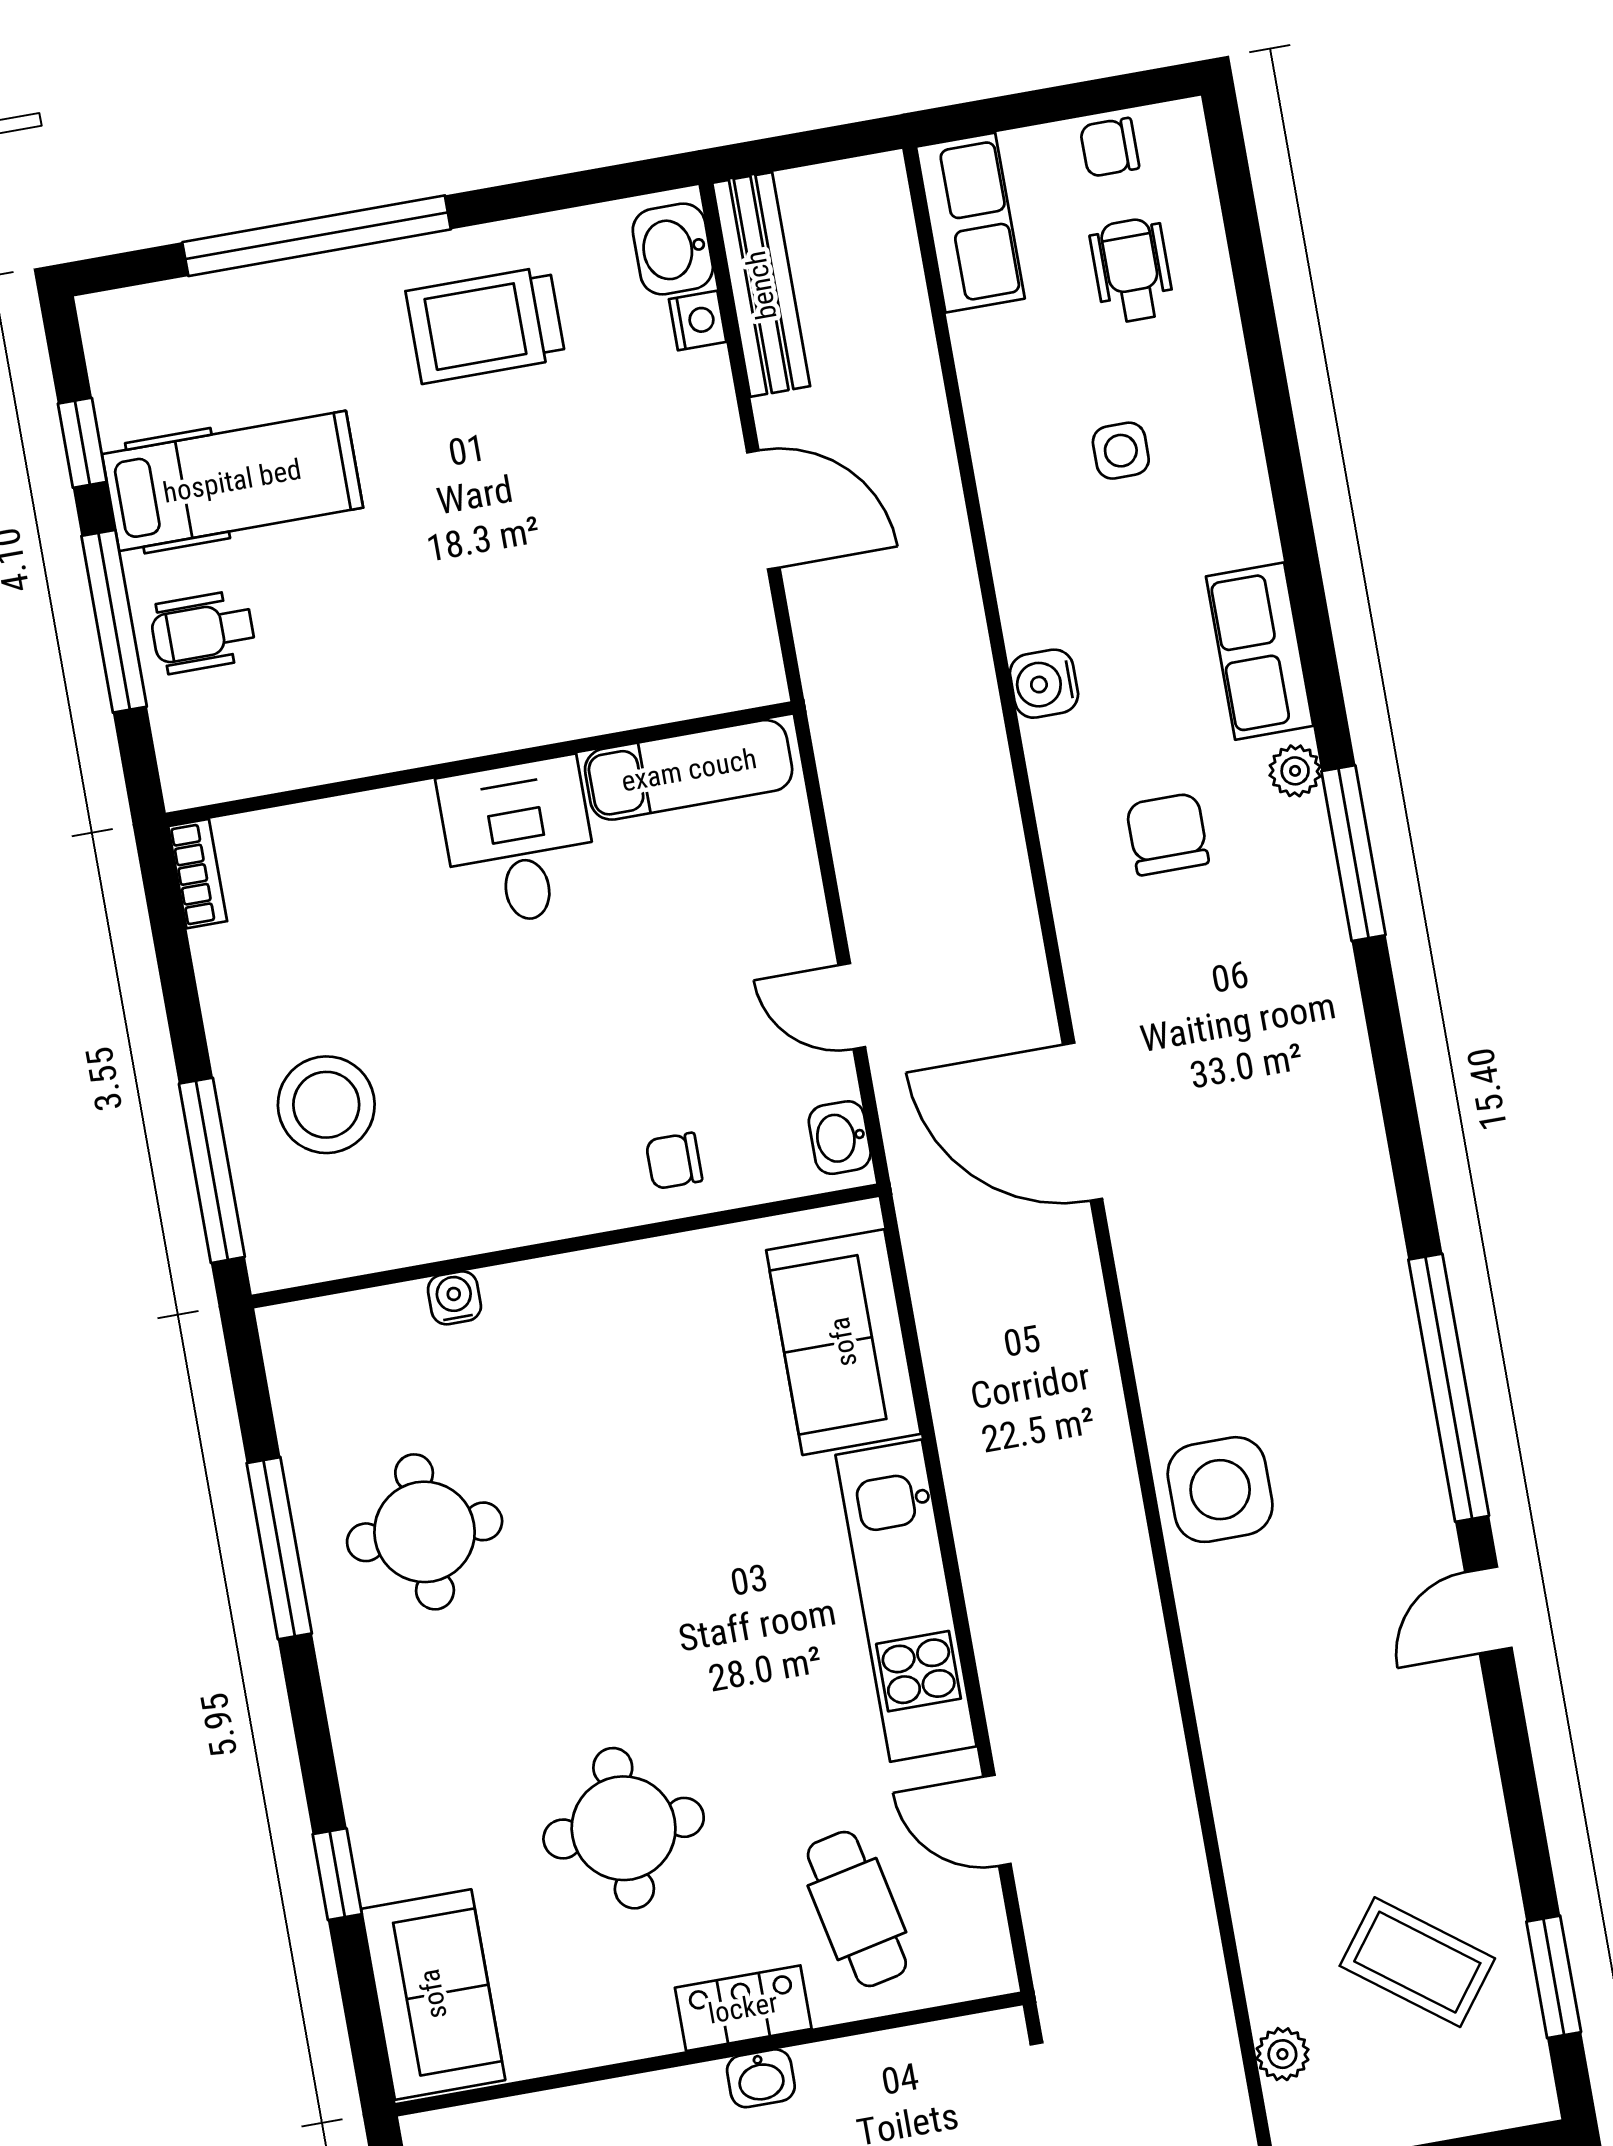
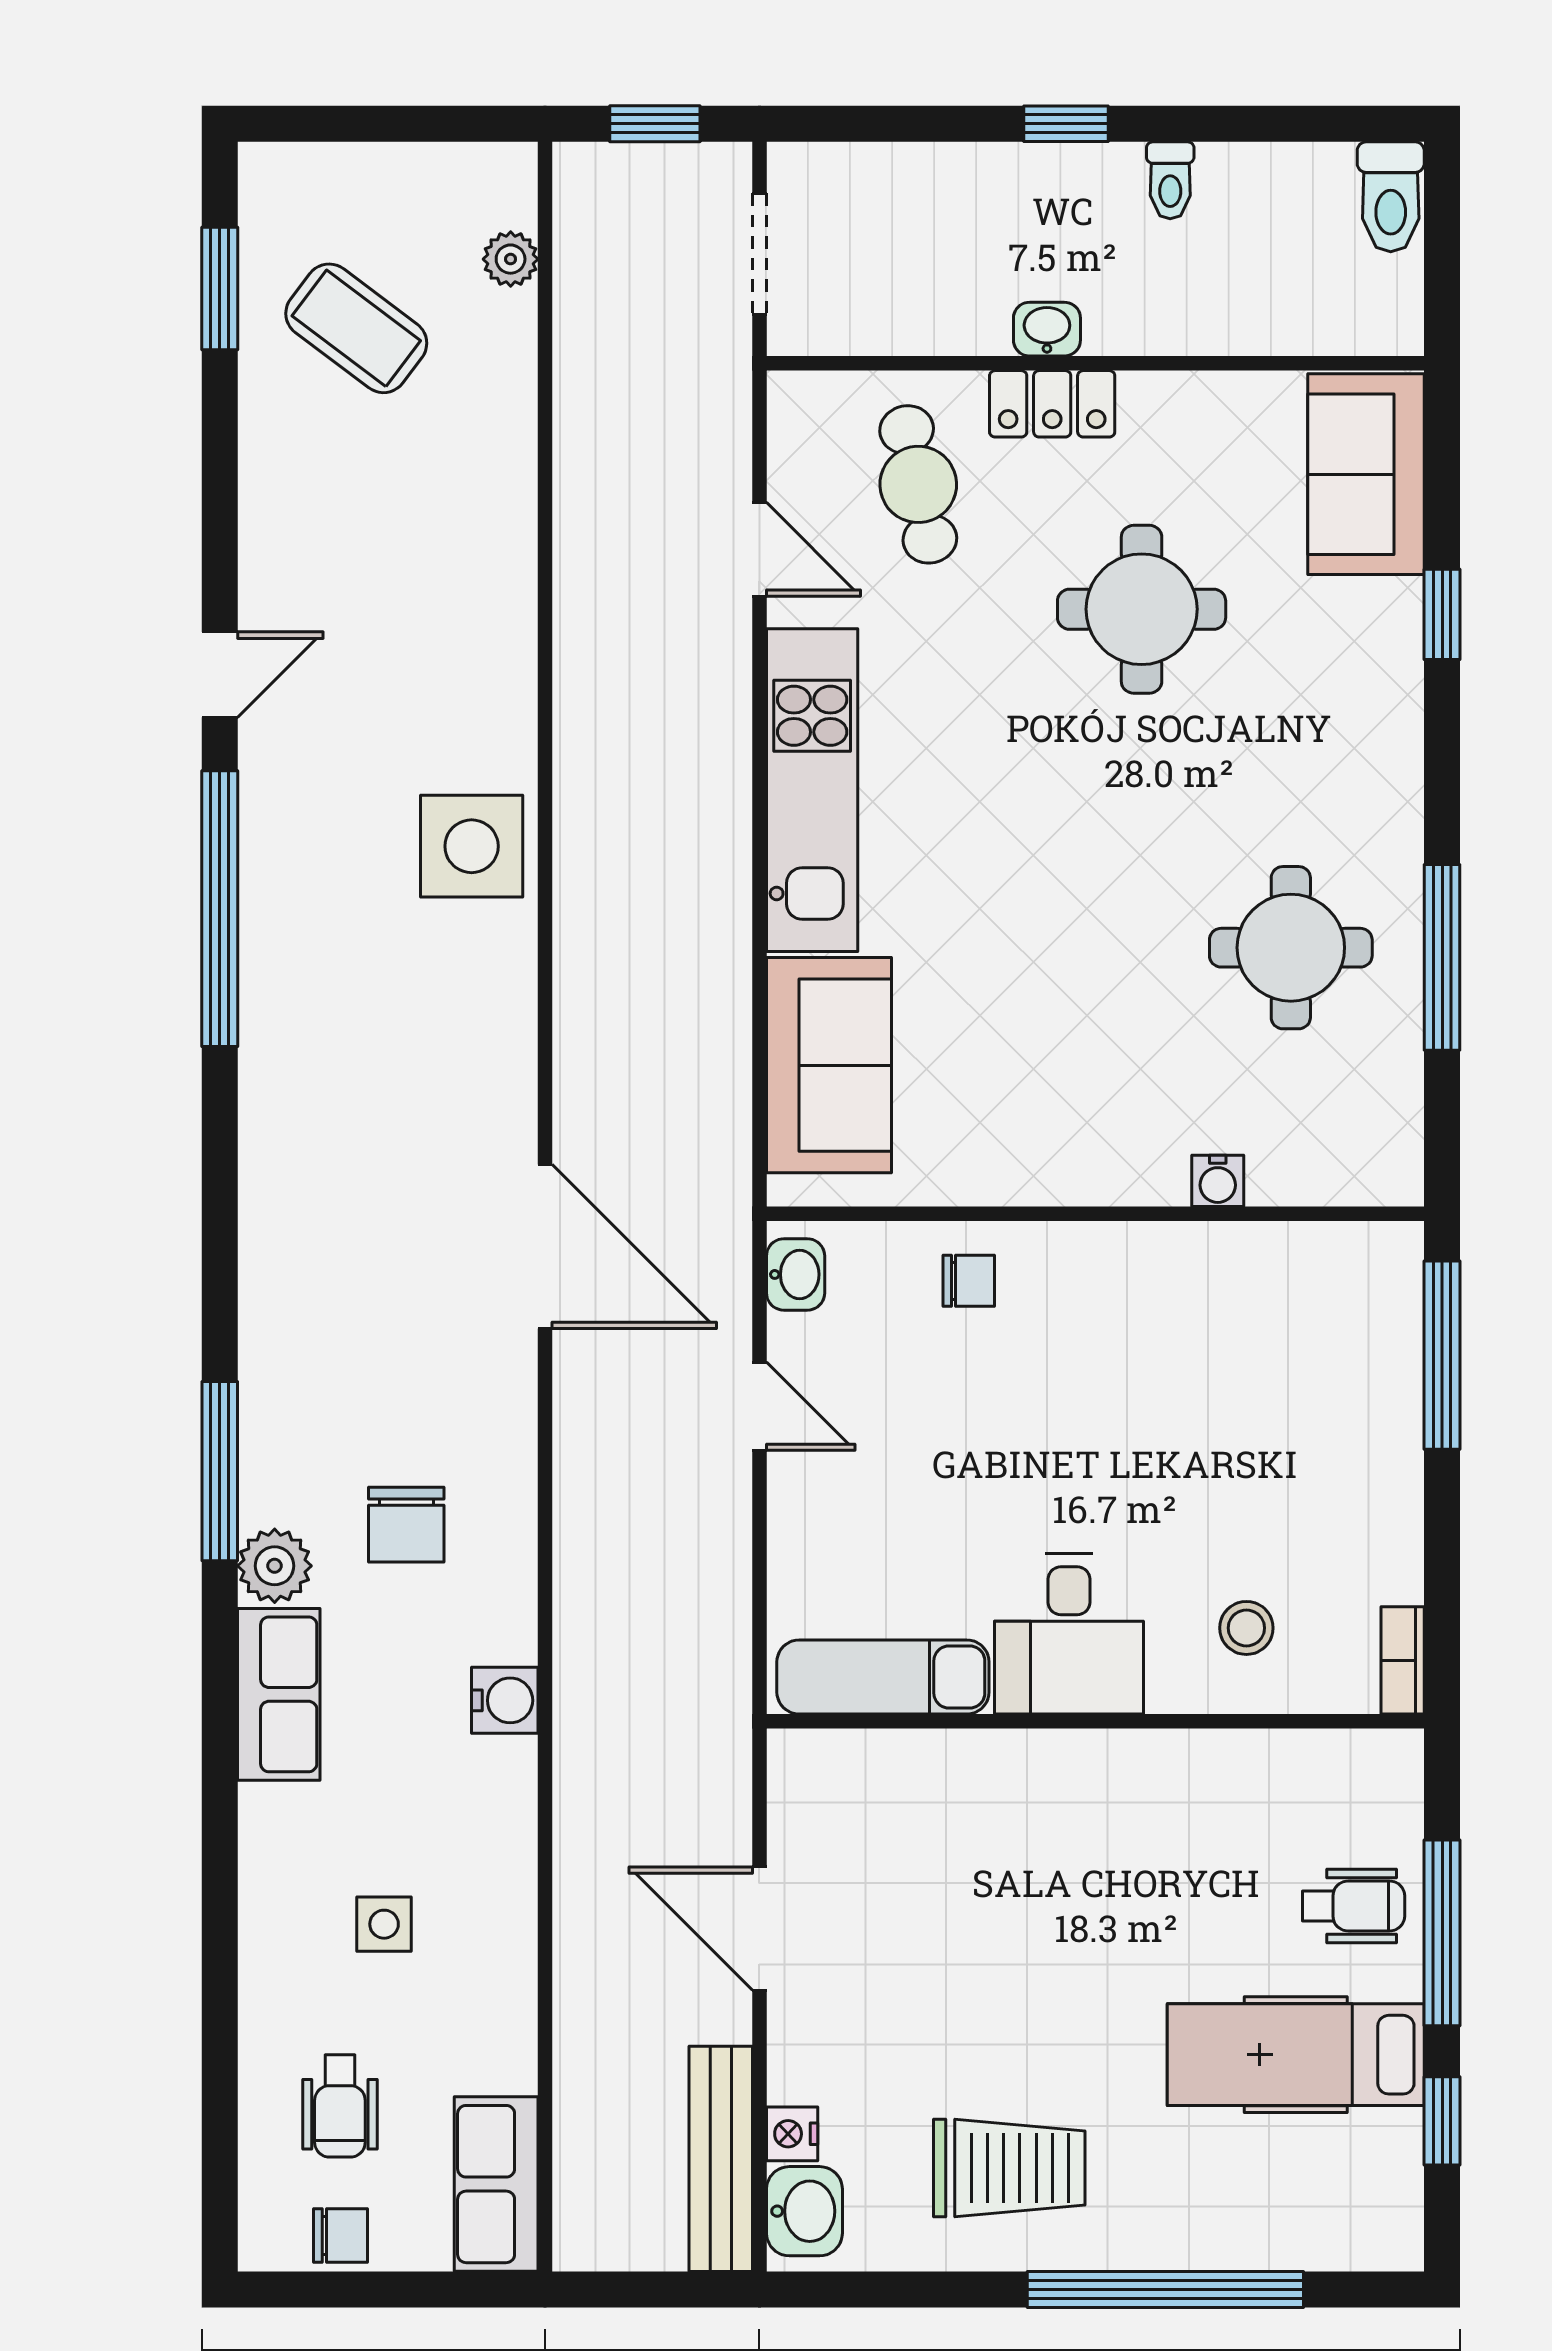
plant: (1295, 771) -> (275, 1566), width x1.38, depth x1.38
stool: (326, 1105) -> (1246, 1628), moved, width x0.53, depth x0.53

